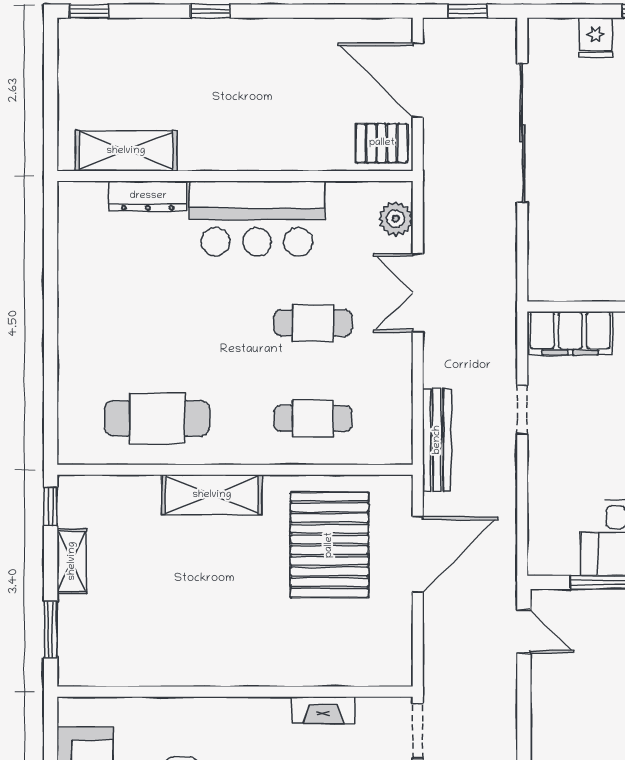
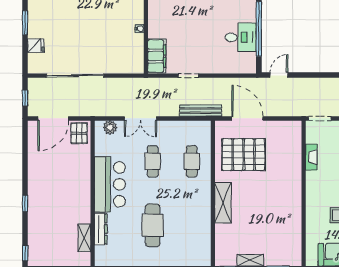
shelving: (126, 151) -> (84, 238), width x0.67, depth x0.75
cafe table: (157, 418) -> (153, 225), moved

